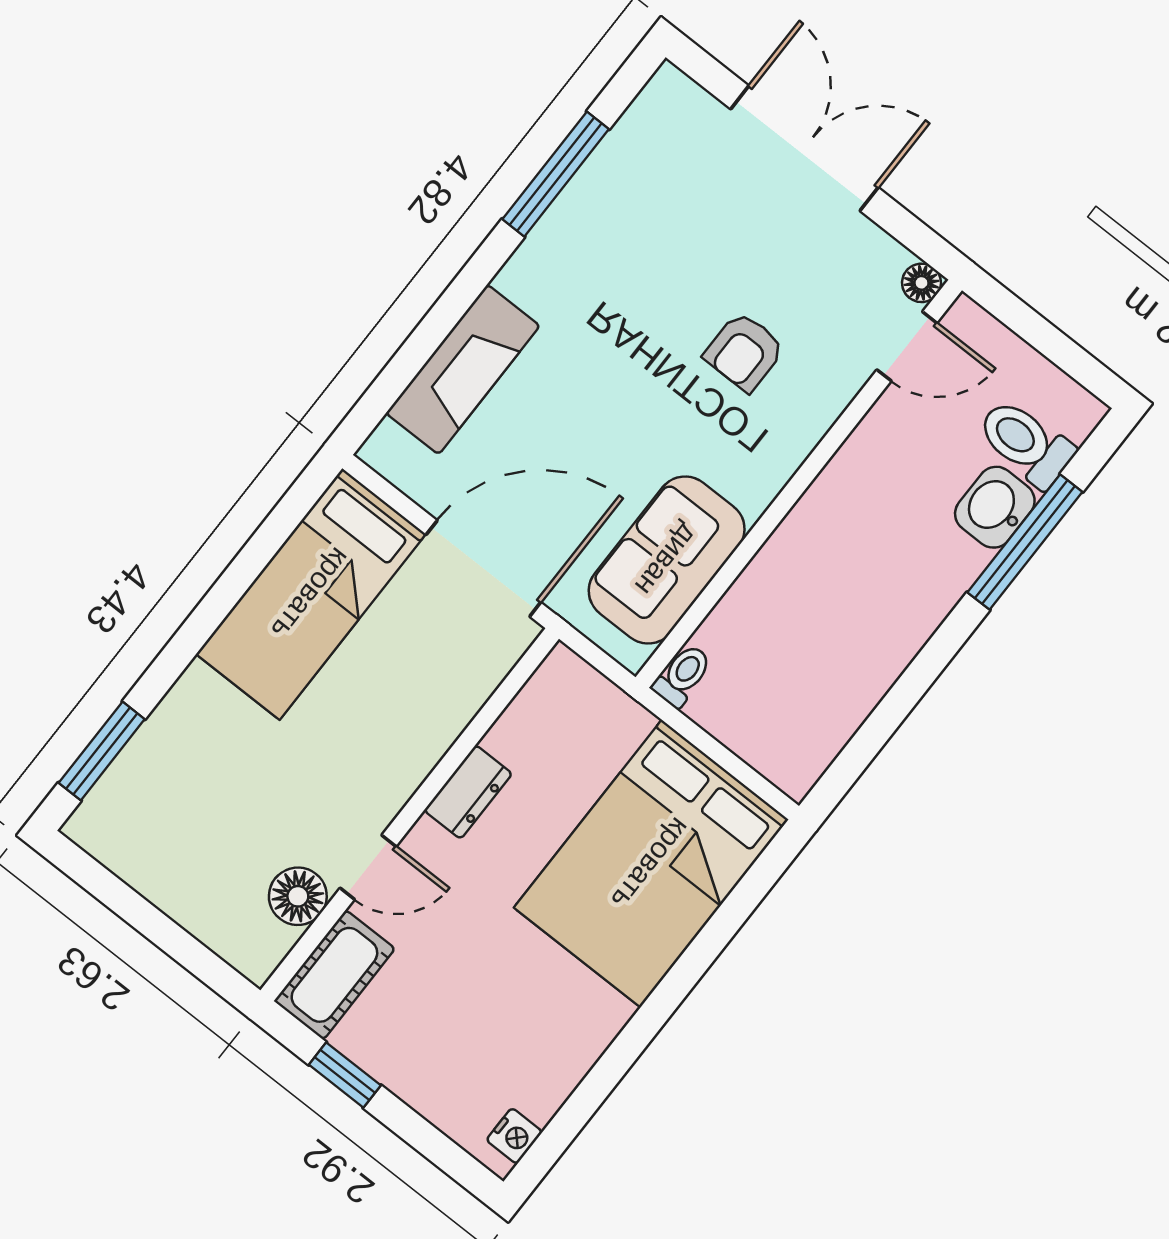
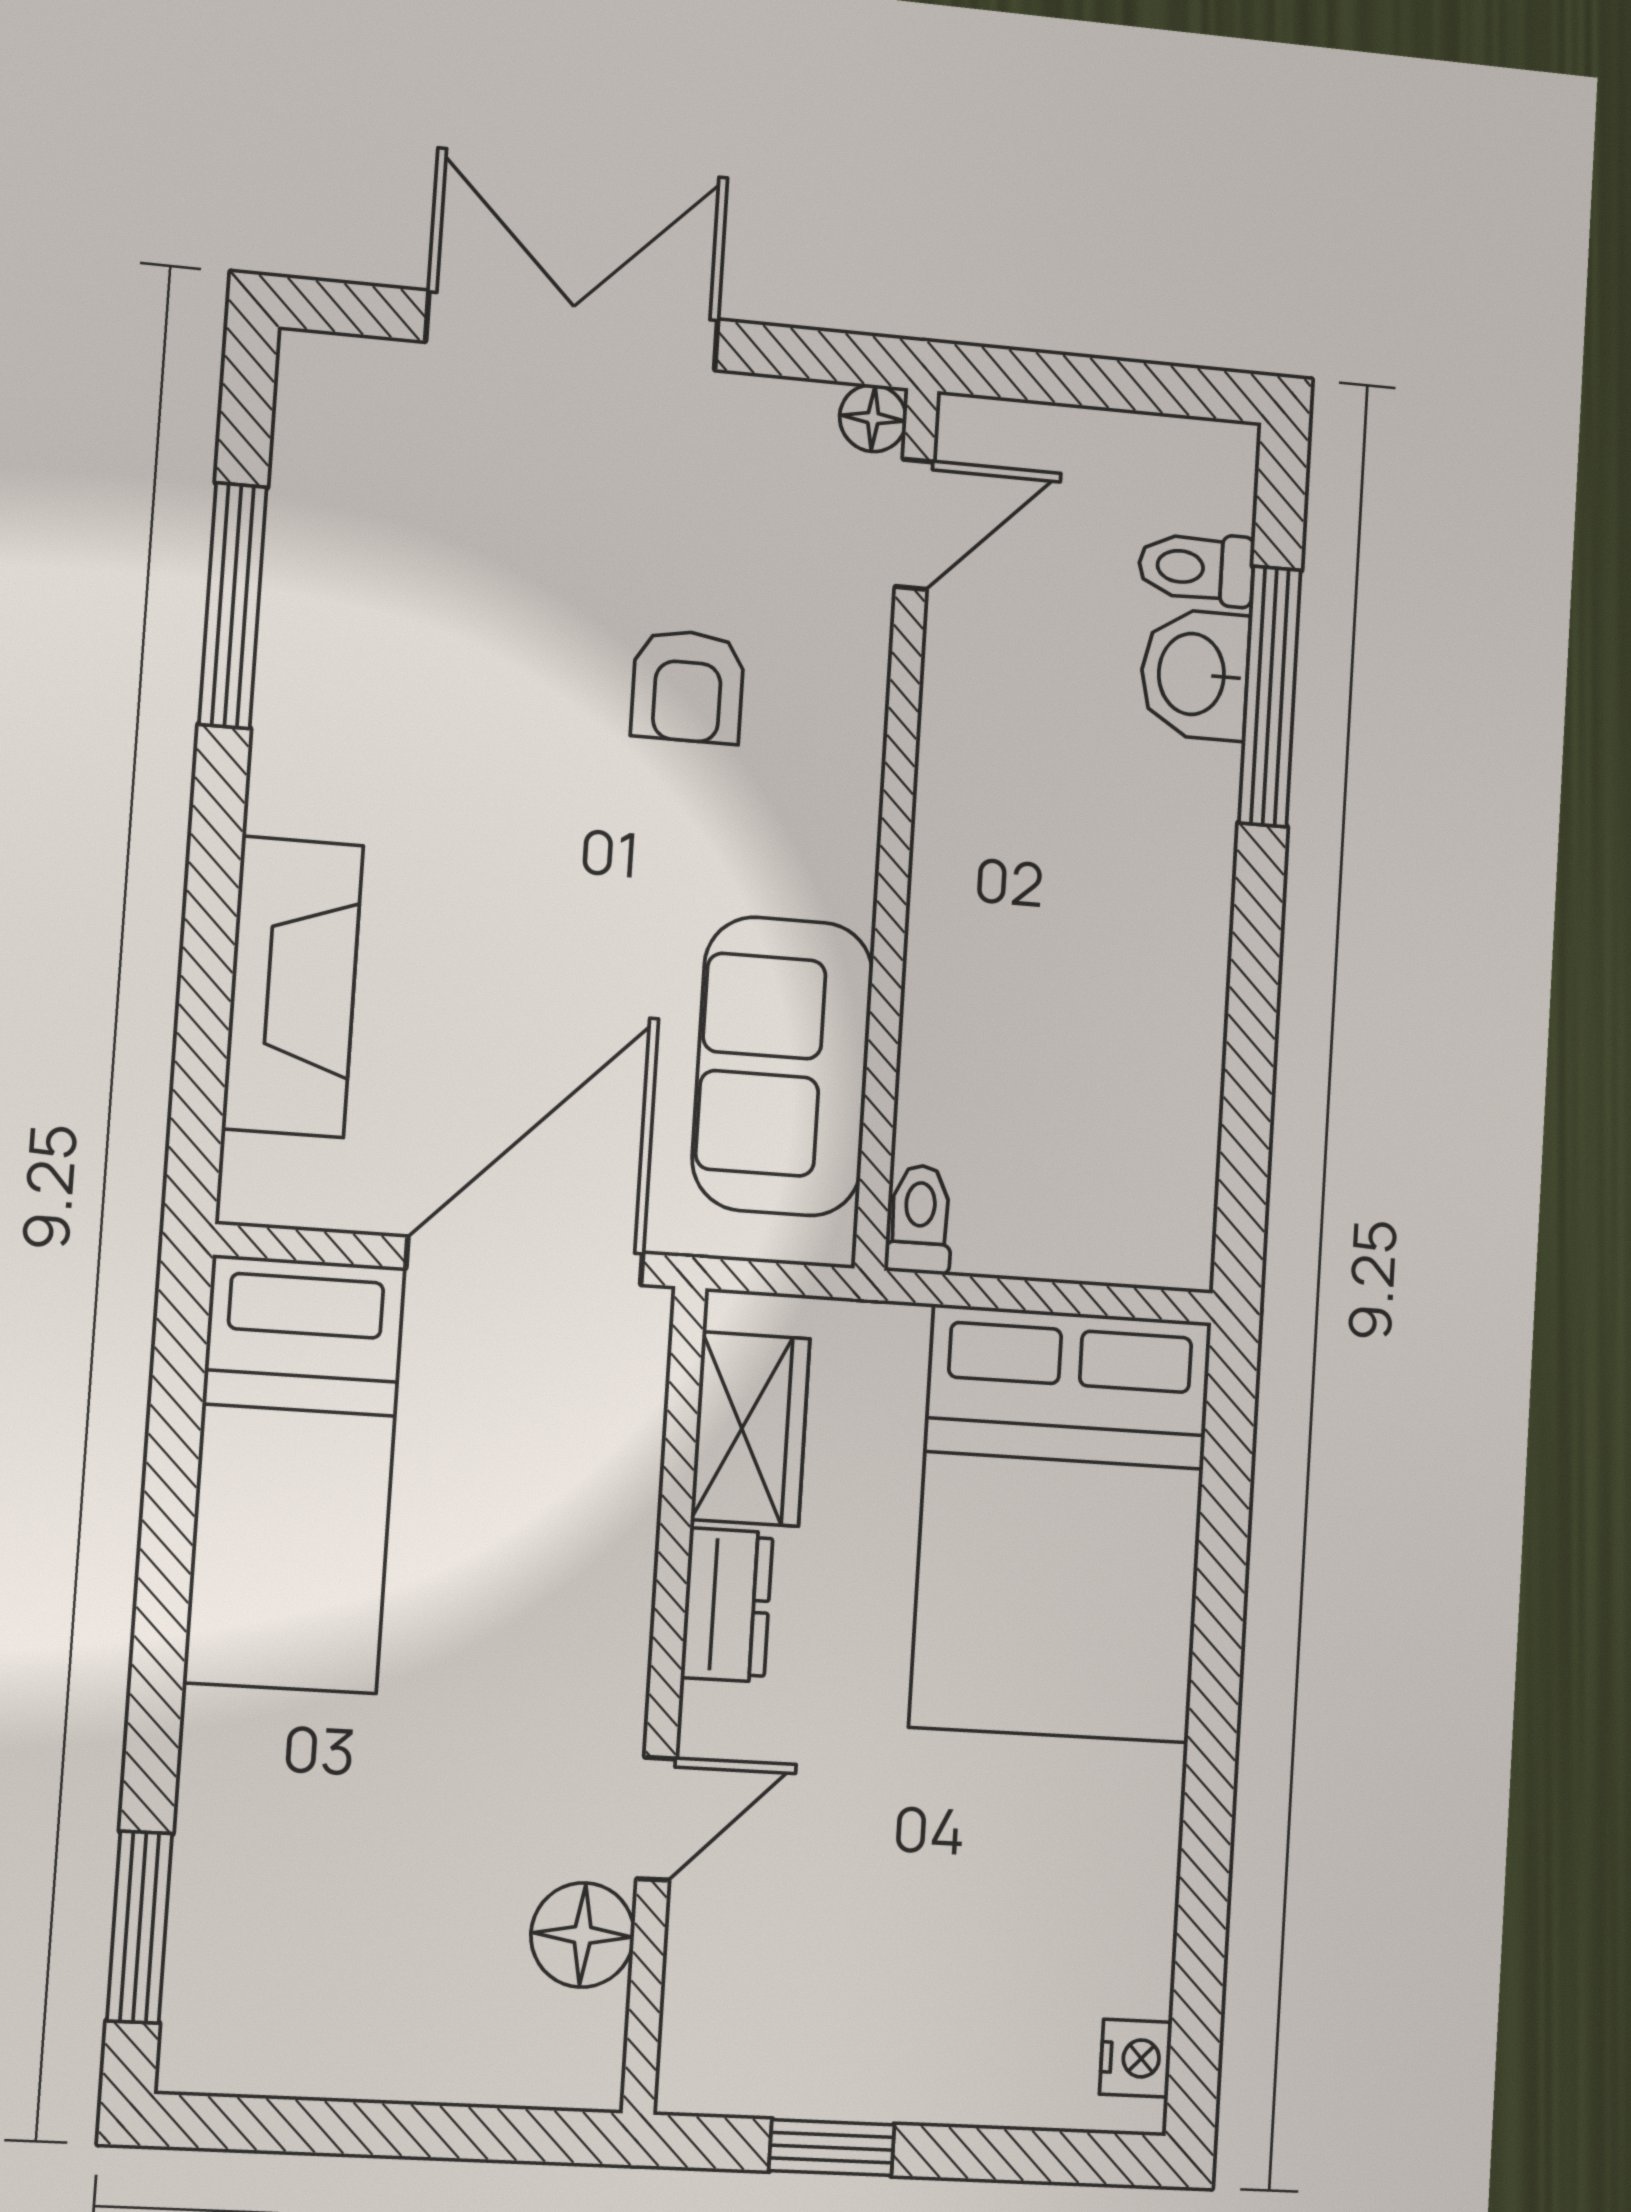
toilet: (1026, 443) -> (1196, 568), width x0.73, depth x0.72
wardrobe: (535, 718) -> (750, 1429), added
cot: (334, 975) -> (716, 2012), removed

